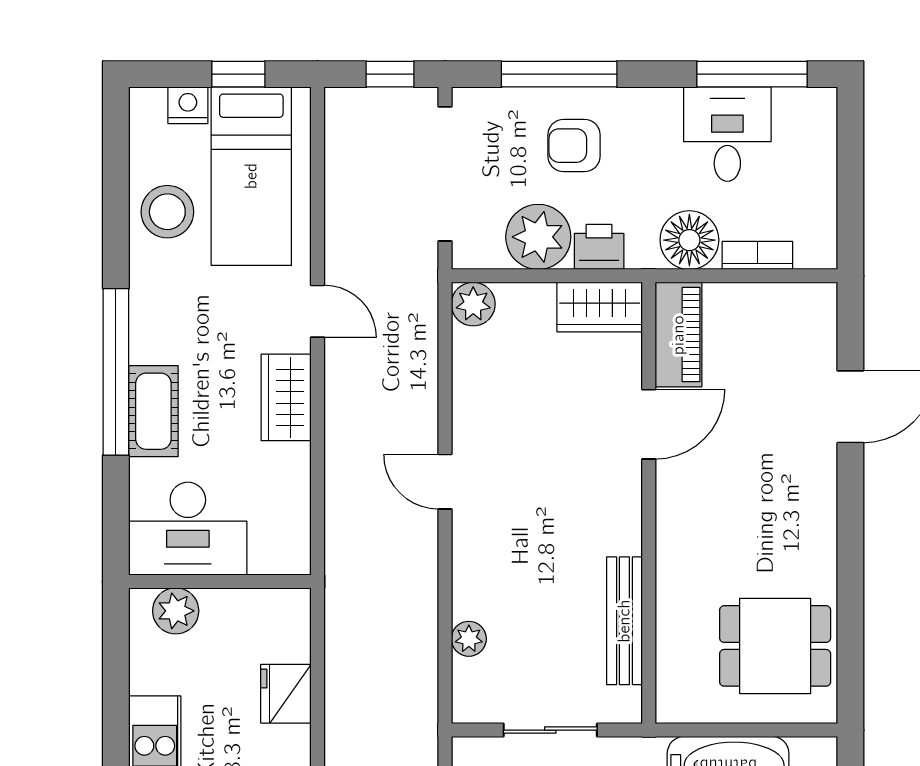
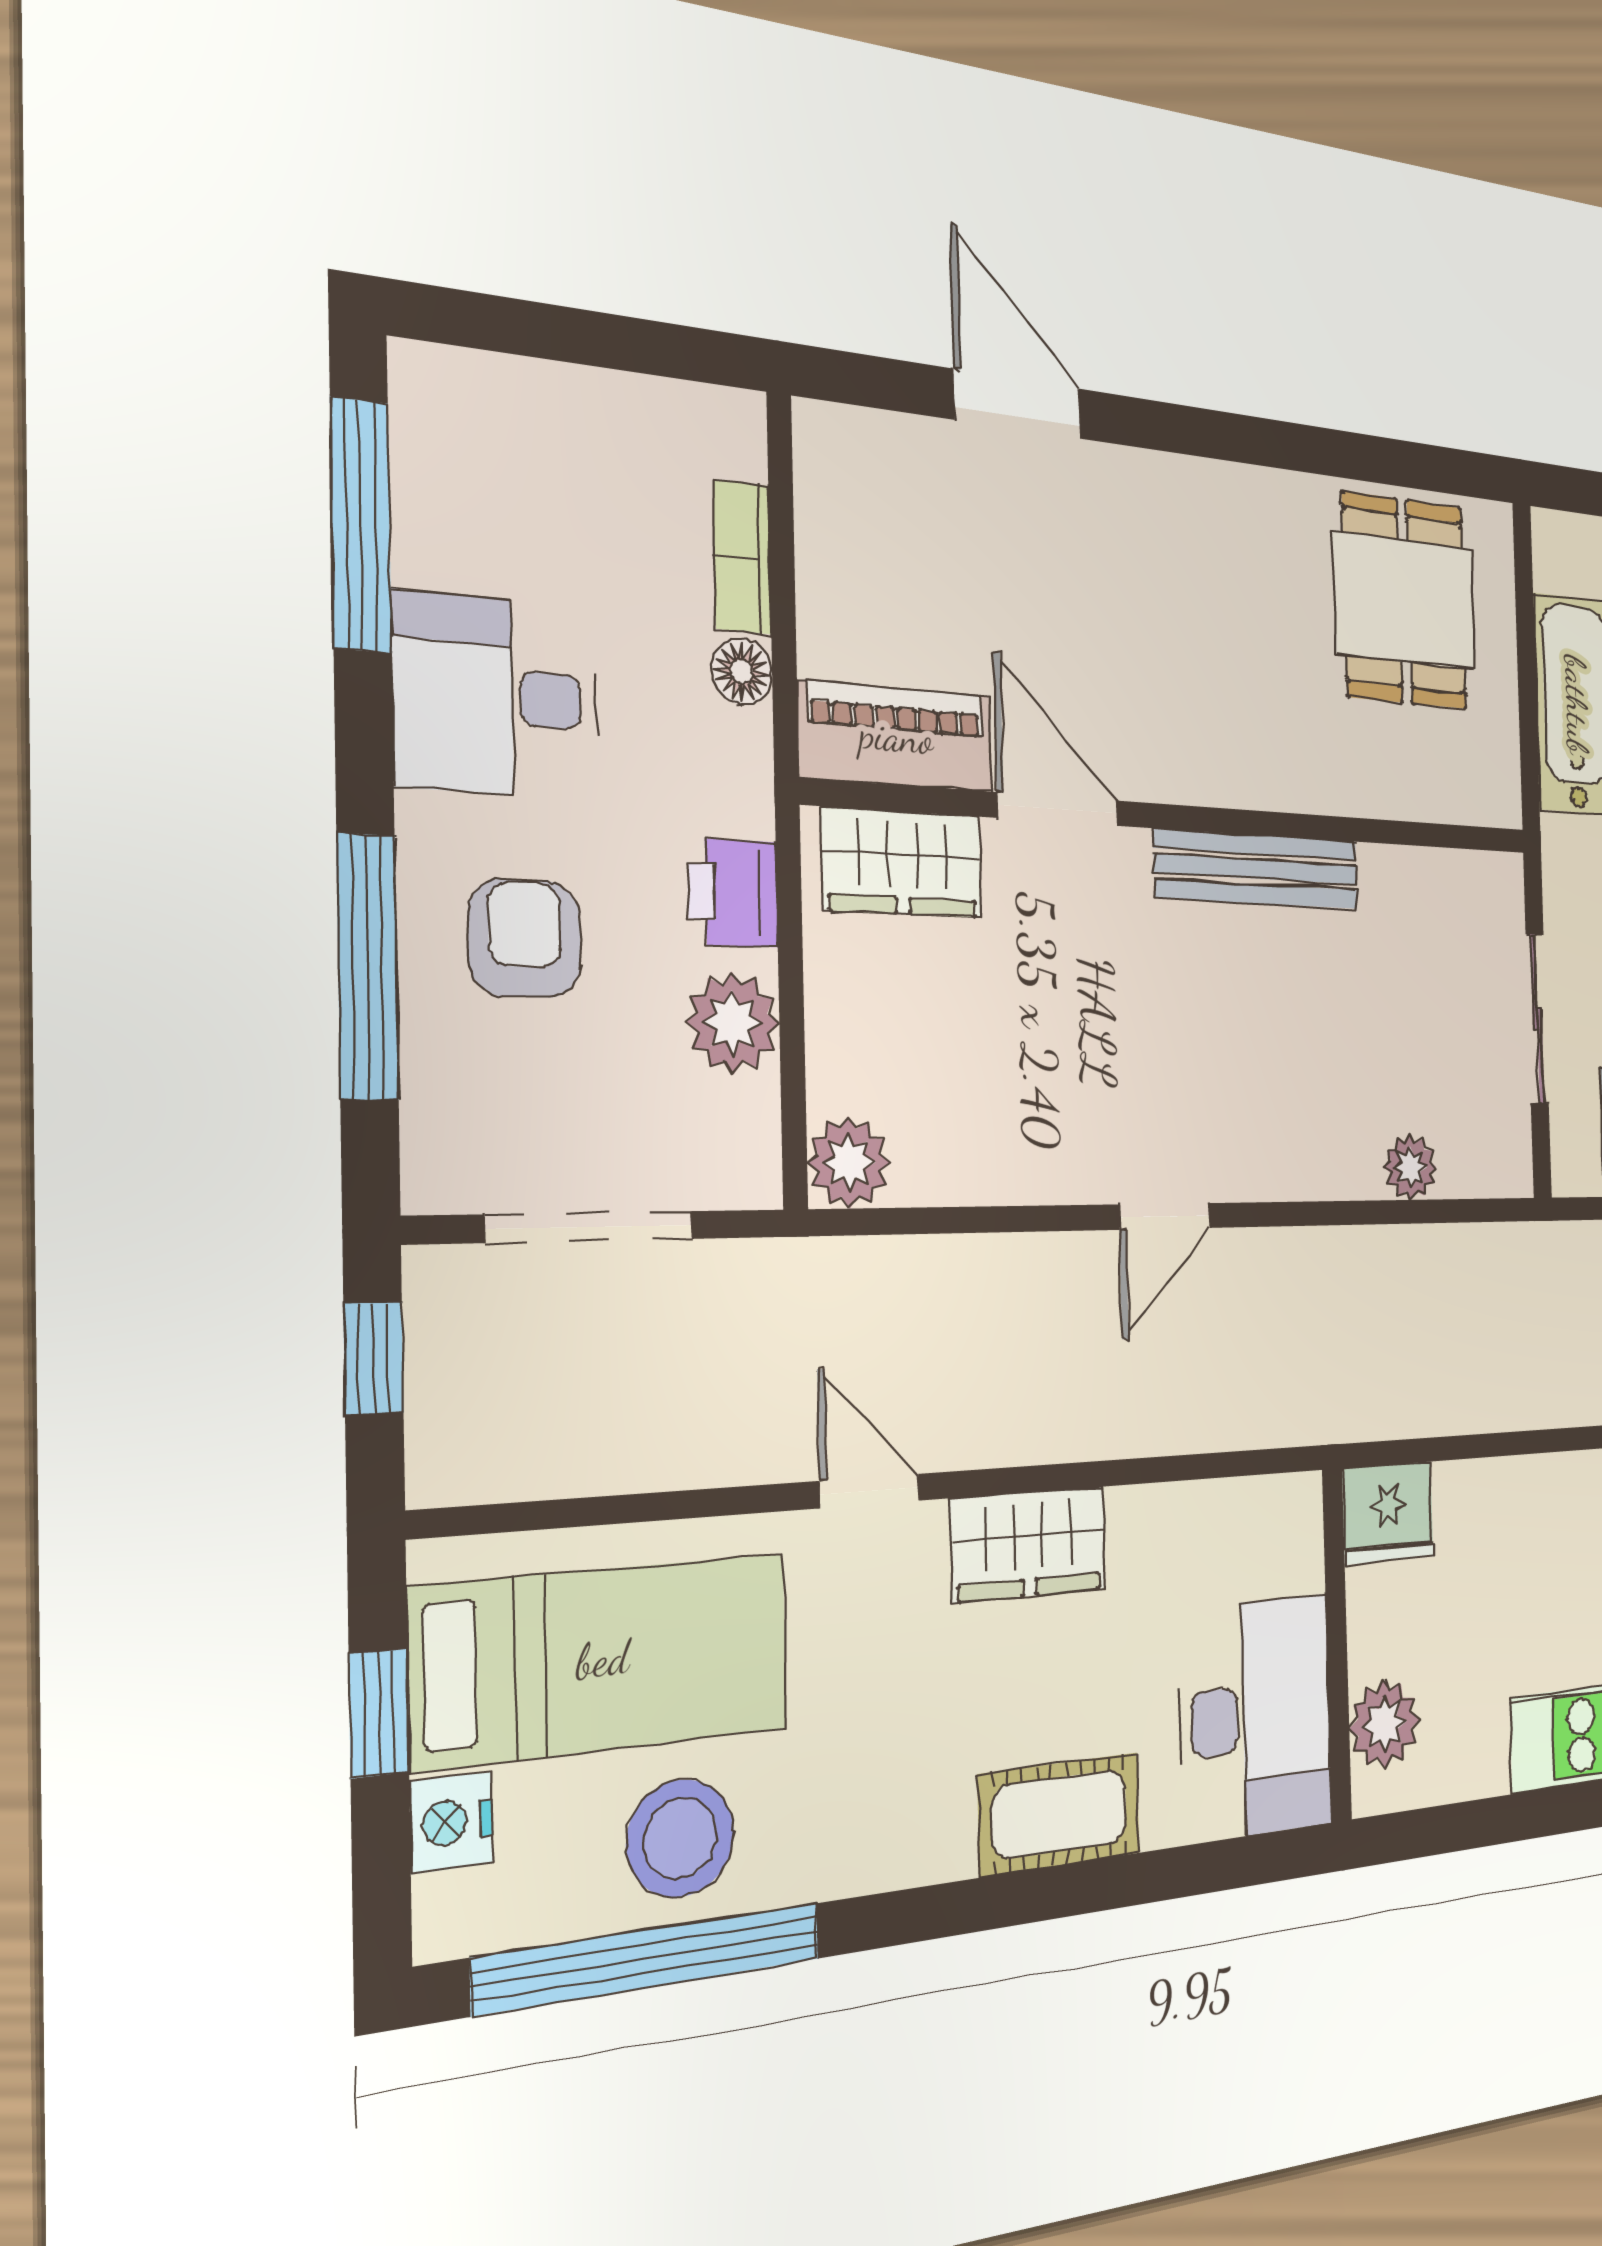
desk: (727, 134) -> (496, 696), moved
armchair: (574, 146) -> (525, 939), turned 180
doorway: (445, 174) -> (590, 1227), width x0.73
plant: (538, 237) -> (733, 1023), width x0.73, depth x0.73
floor lamp: (689, 240) -> (742, 672), width x0.53, depth x0.53
wardrobe: (600, 307) -> (902, 863), moved, turned 90
door: (318, 311) -> (870, 1491), hinge flipped
window: (116, 372) -> (649, 1958), moved
bench: (624, 621) -> (1257, 869), moved
fridge: (286, 694) -> (1388, 1513), moved

